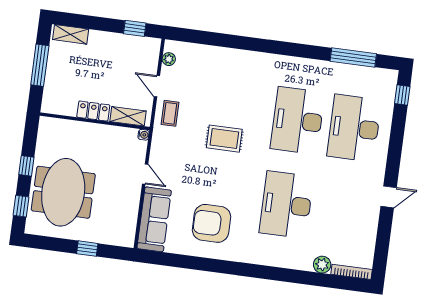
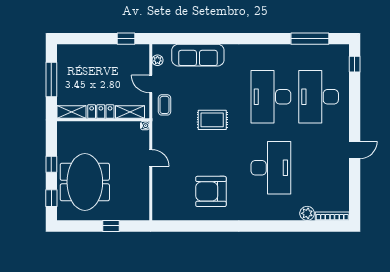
shelving: (71, 34) -> (72, 112), moved
desk: (286, 205) -> (271, 168), turned 180
sofa: (154, 219) -> (198, 55), moved, turned 90

